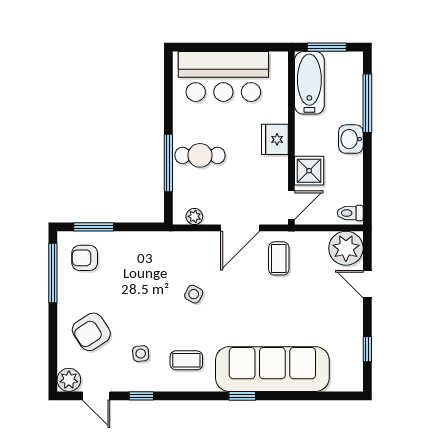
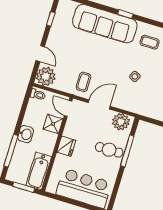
door: (291, 205) -> (68, 108), hinge flipped
plant: (194, 216) -> (121, 122), width x1.87, depth x1.87

